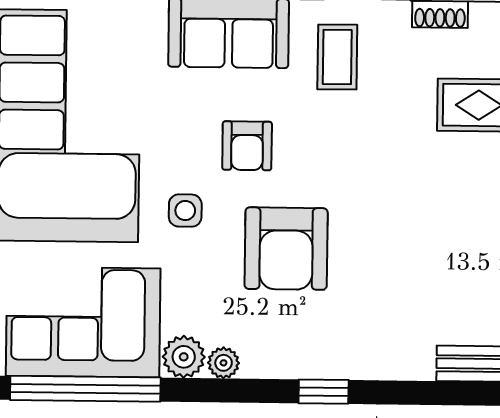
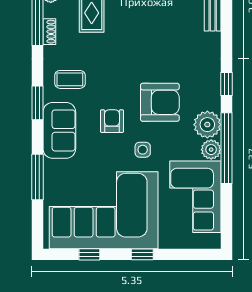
armchair: (247, 146) -> (112, 121), turned -90
plant: (224, 363) -> (207, 125), width x1.88, depth x1.88
window: (85, 389) -> (227, 148), moved

